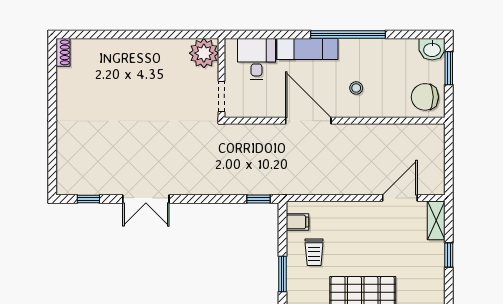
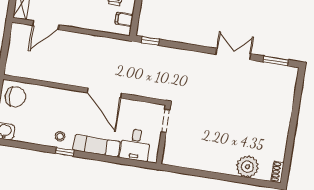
window: (348, 35) -> (65, 152), width x0.32
plant: (204, 53) -> (247, 167), moved
stool: (356, 88) -> (60, 136), moved
window: (88, 199) -> (276, 61), width x1.50

